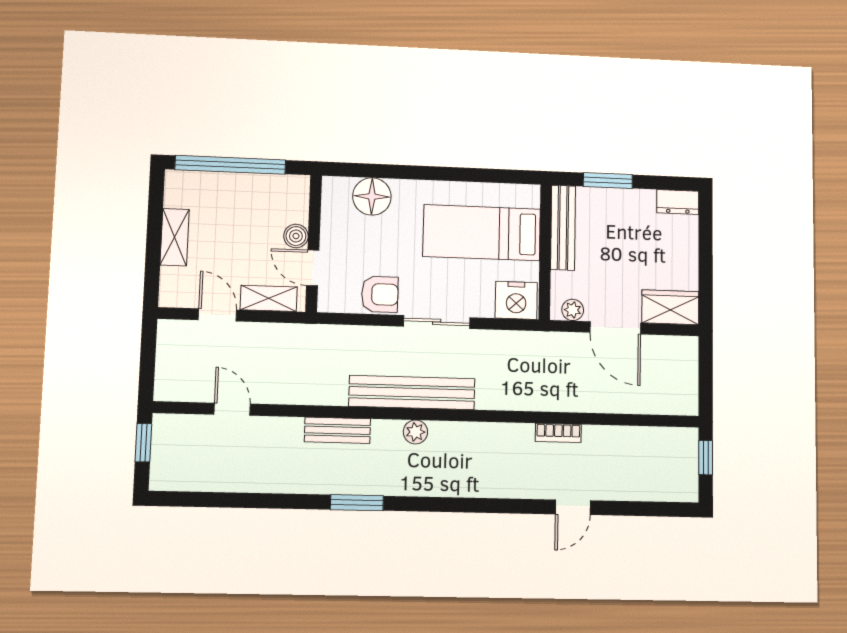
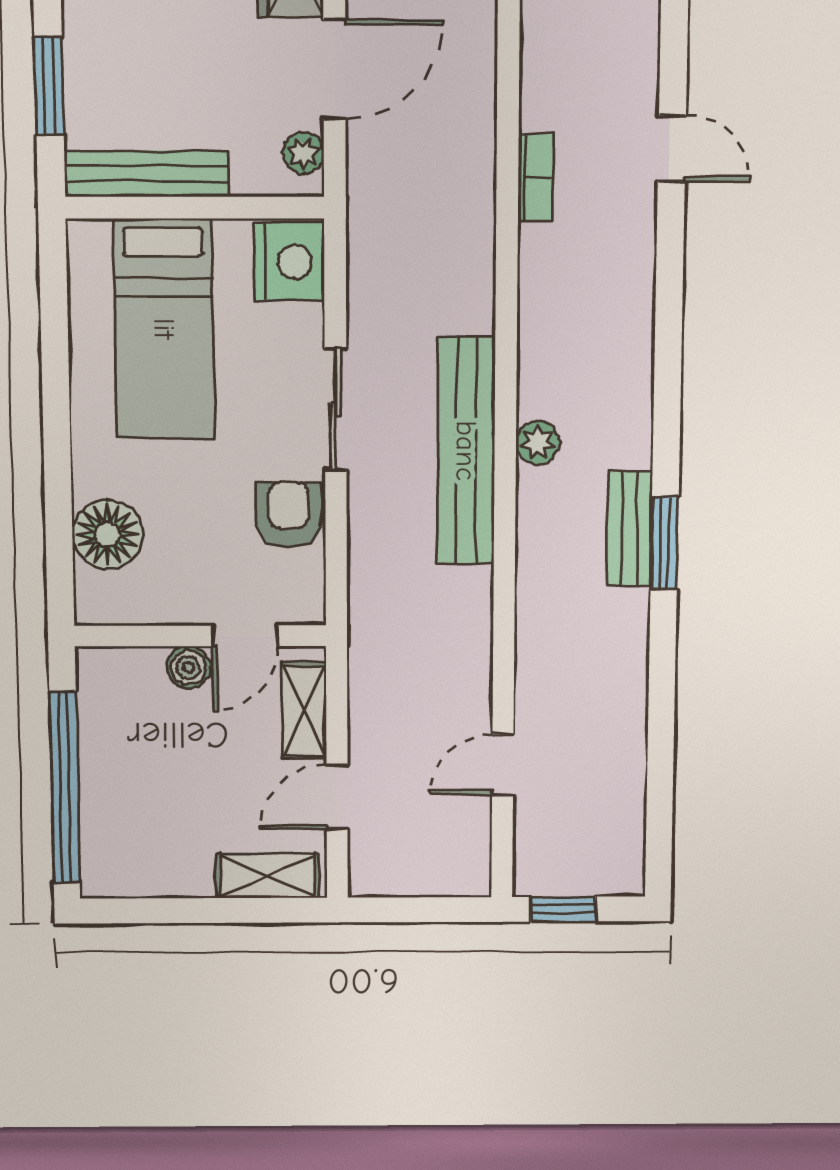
shelving: (175, 237) -> (267, 876), moved
bench: (337, 430) -> (629, 529), moved

